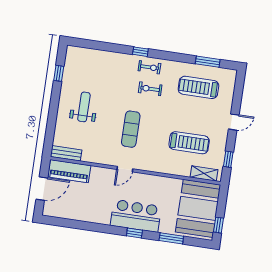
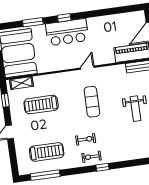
window: (208, 62) -> (45, 175), width x1.44

